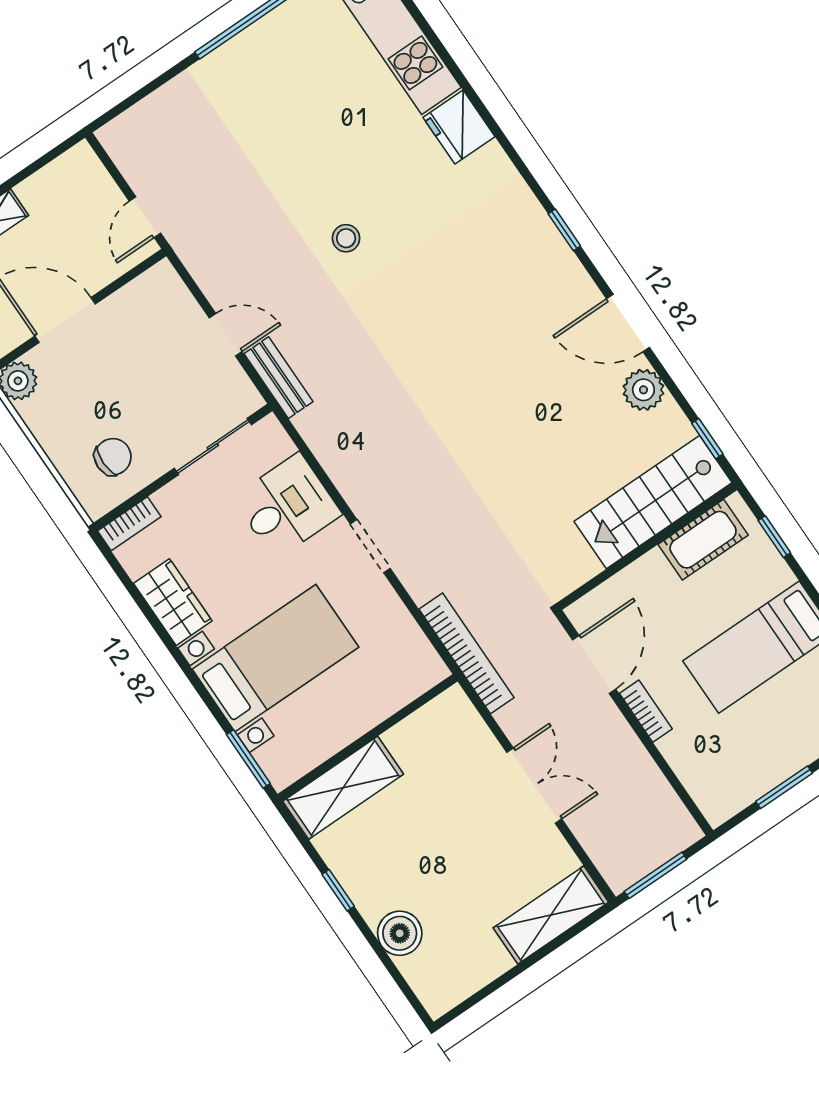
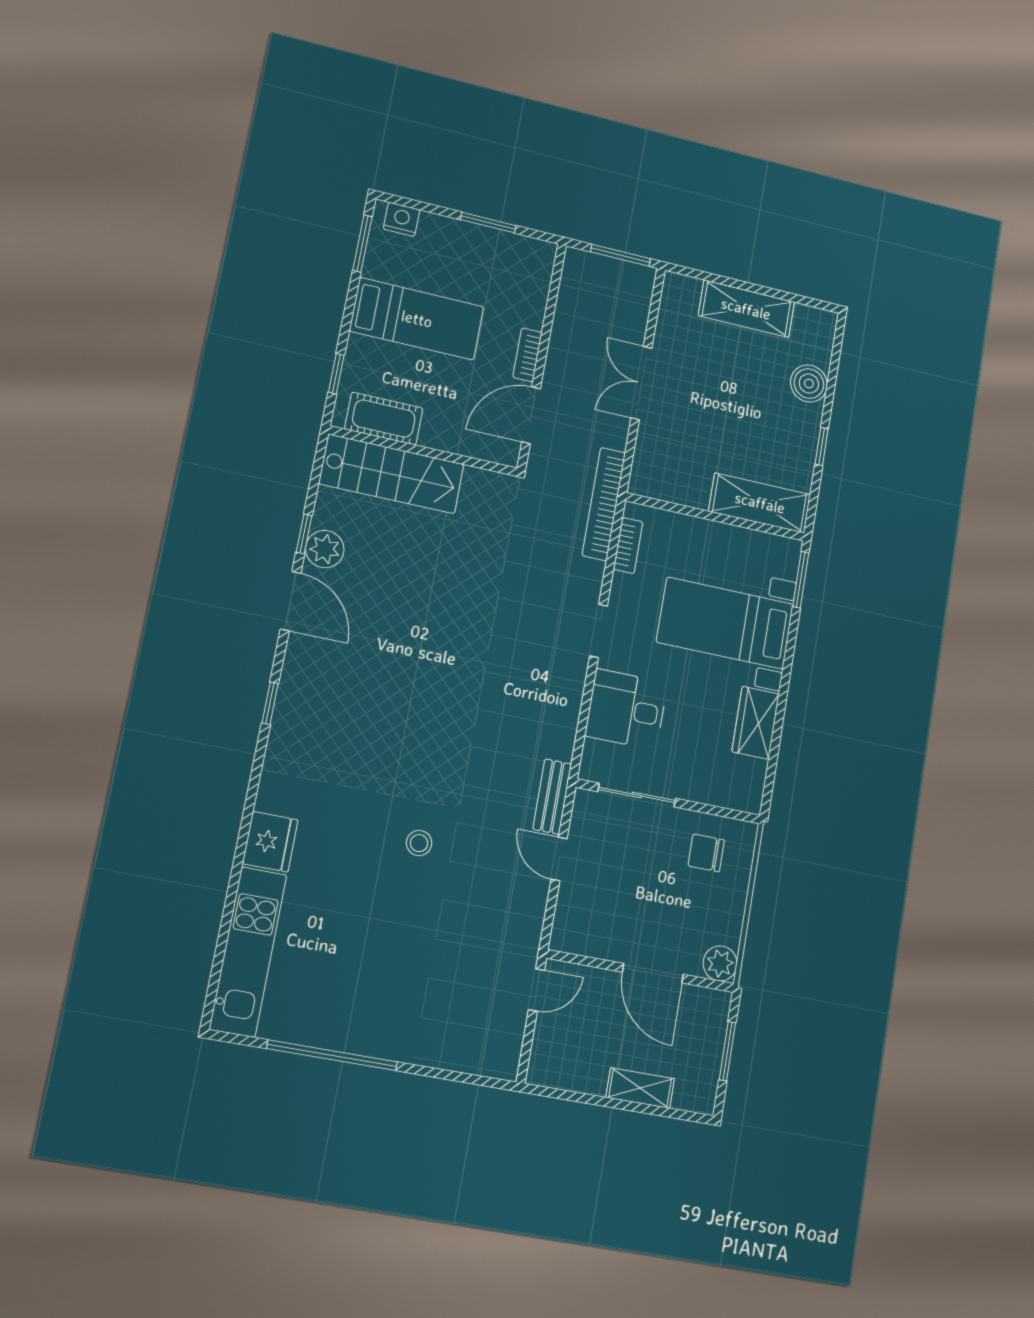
window: (707, 439) -> (304, 534), moved
bookcase: (129, 524) -> (628, 545), moved, turned 90
shelving: (551, 915) -> (746, 309), moved

